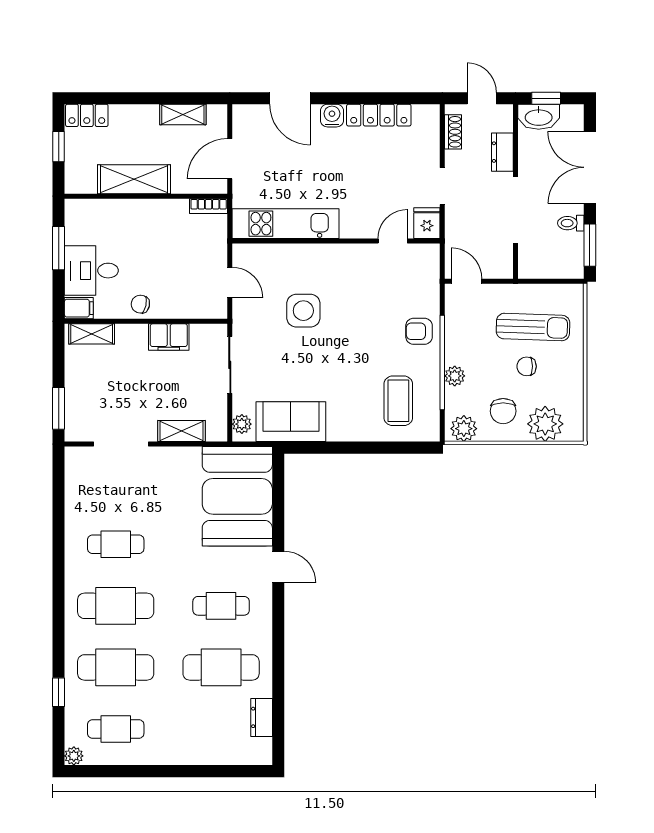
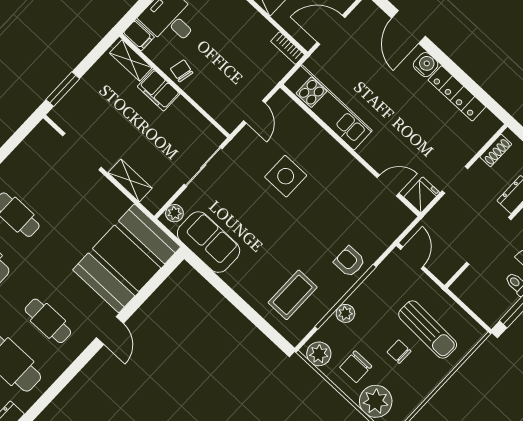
filing cabinet: (169, 337) -> (159, 90), moved

